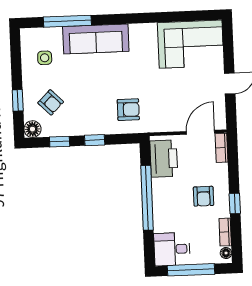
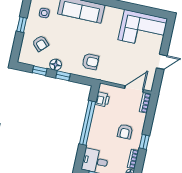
window: (18, 100) -> (22, 25), moved
floor lamp: (32, 129) -> (56, 65), moved
printer: (164, 159) -> (102, 99), width x0.53, depth x0.68

